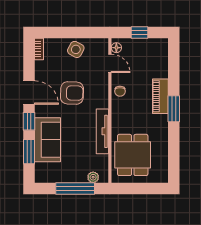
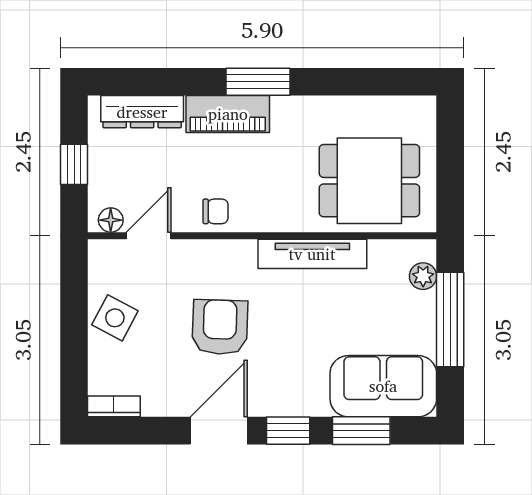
dresser: (161, 61) -> (142, 112), added
sofa: (47, 140) -> (383, 386), moved

